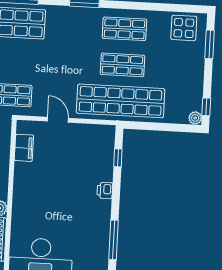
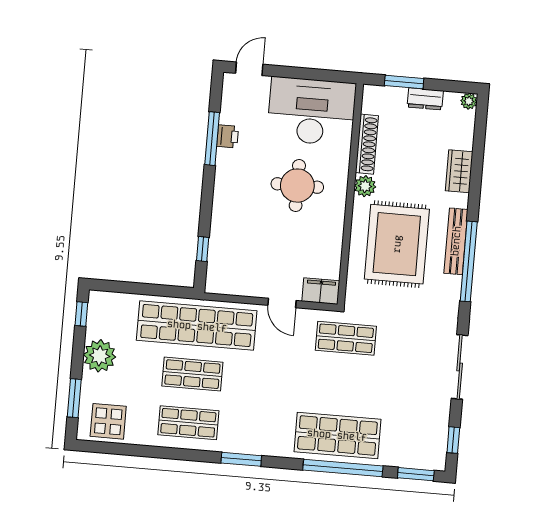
plant: (195, 118) -> (100, 356), moved, width x1.87, depth x1.87
filing cabinet: (24, 148) -> (321, 291), moved, turned 90
printer: (105, 190) -> (228, 136), moved
round table: (49, 207) -> (297, 186), added

